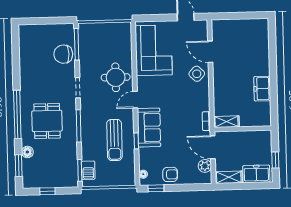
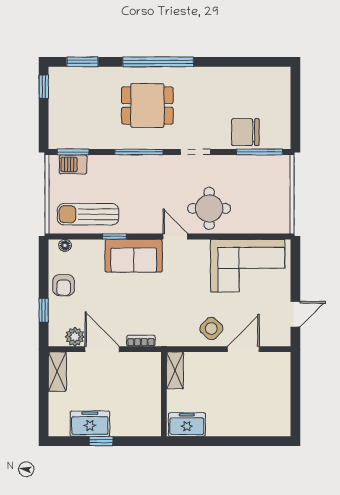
chair: (63, 54) -> (245, 132), turned -90
shelving: (226, 122) -> (175, 370), moved
wall: (243, 129) -> (164, 394), moved
sun lounger: (114, 140) -> (88, 214), moved
door: (213, 147) -> (102, 349), hinge flipped
floor lamp: (27, 152) -> (102, 75), removed
window: (275, 160) -> (101, 441), moved
freezer: (256, 174) -> (90, 424), moved, turned -90
window: (156, 188) -> (44, 310), moved
window: (47, 191) -> (44, 87), moved

